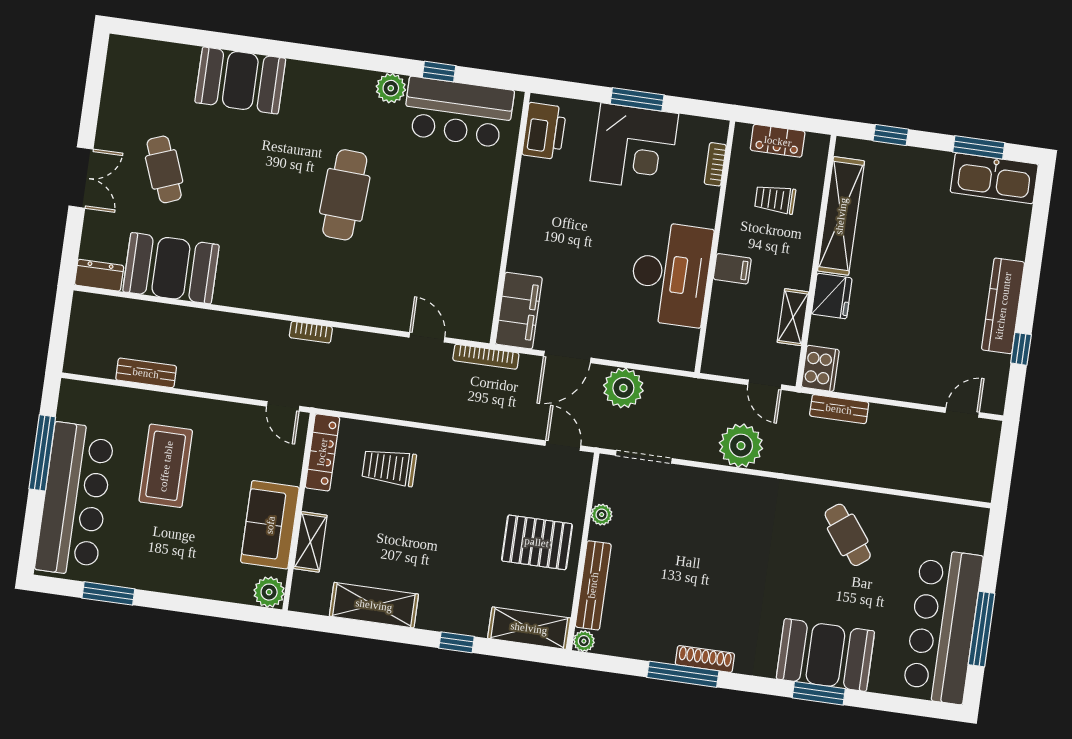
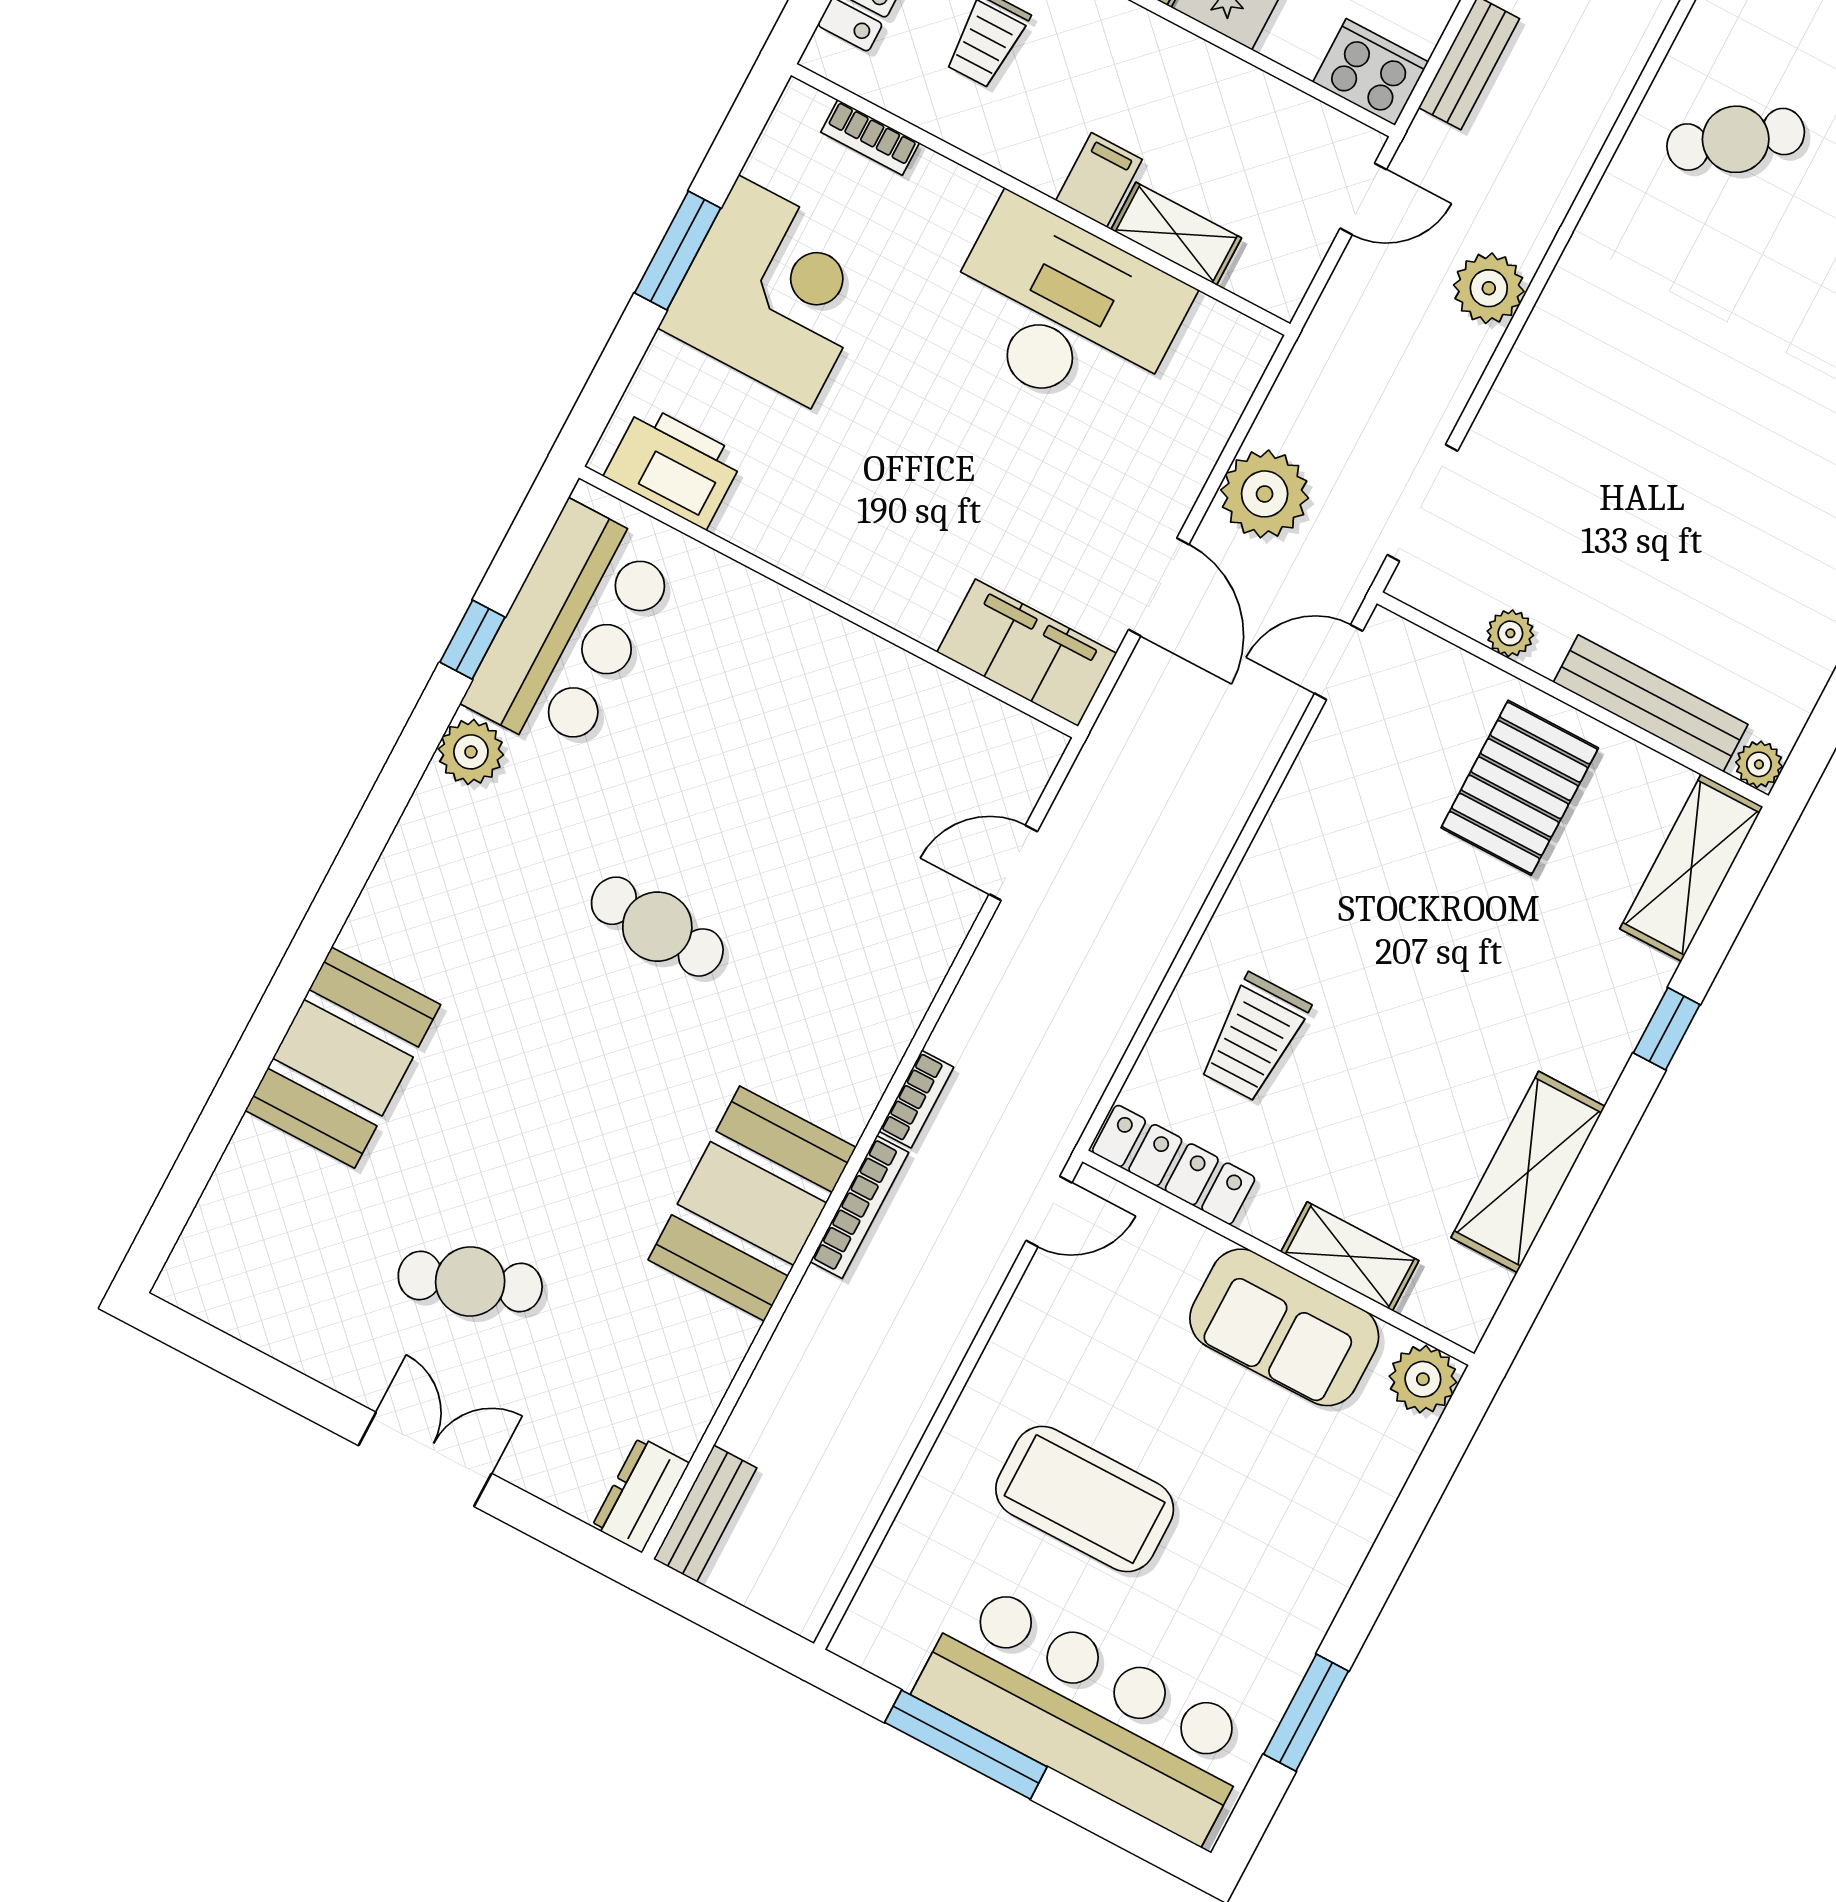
cafe table: (345, 195) -> (657, 927), width x0.73, depth x0.74
booth: (171, 268) -> (752, 1204), moved
shelving: (793, 317) -> (1176, 234), moved
bookcase: (486, 357) -> (859, 1207), moved
bench: (146, 373) -> (705, 1513), moved
plant: (741, 446) -> (1489, 288), width x0.73, depth x0.73

